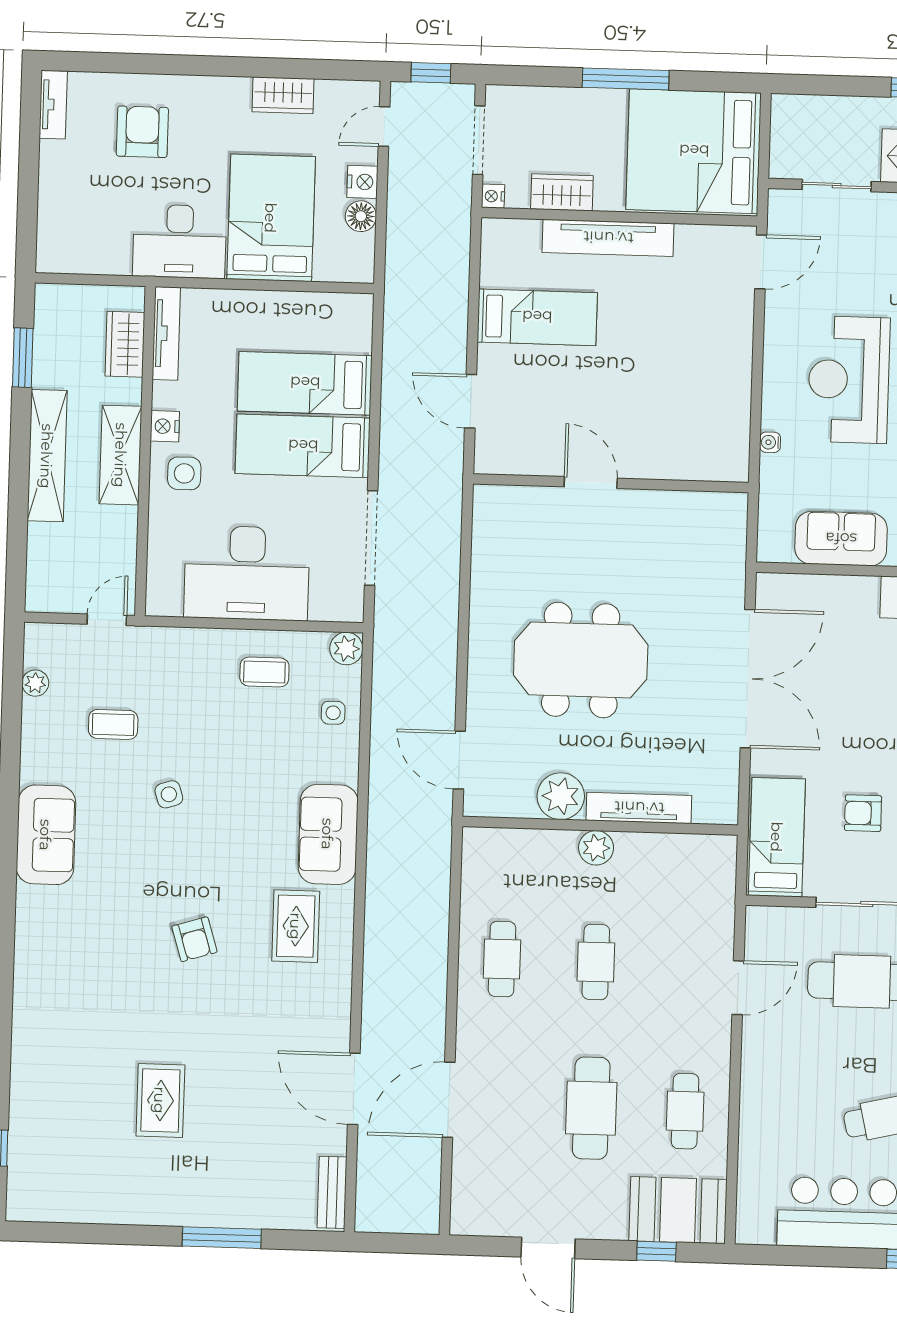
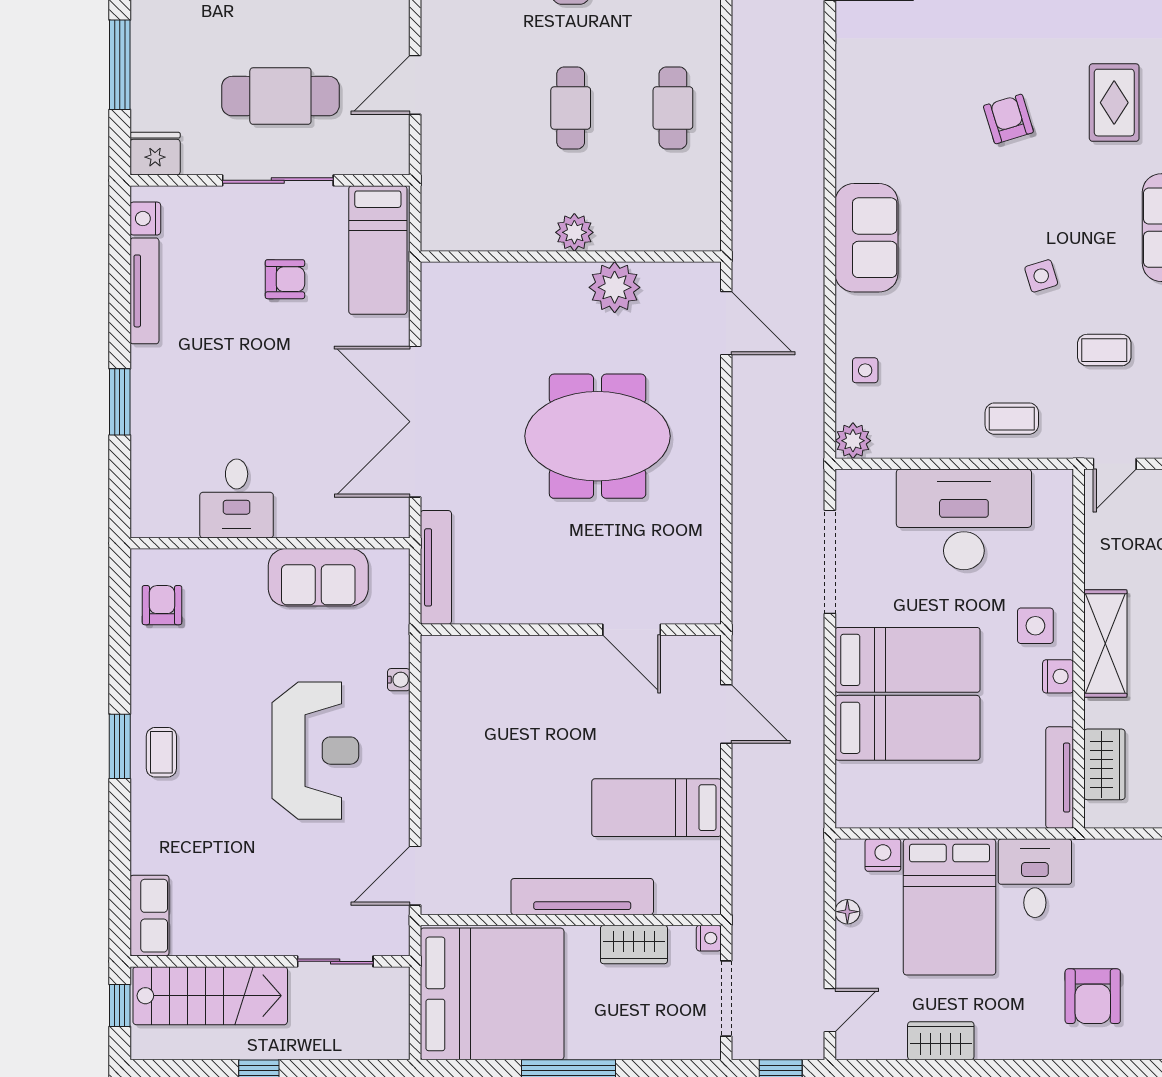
nightstand: (362, 182) -> (883, 855), moved, turned 90
floor lamp: (361, 216) -> (847, 912), width x0.73, depth x0.73
desk: (180, 241) -> (1035, 878), width x0.73
door: (591, 483) -> (632, 630), moved
coffee table: (264, 672) -> (1012, 419), moved
tv unit: (639, 808) -> (436, 567), moved, turned -90
rug: (296, 926) -> (1114, 103), moved

